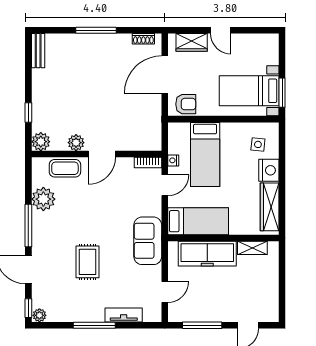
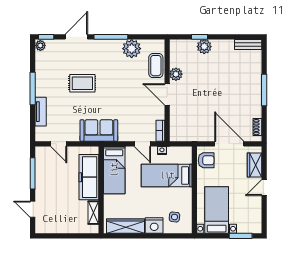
window: (282, 93) -> (241, 236), moved
armchair: (186, 104) -> (206, 160), turned -90
plant: (41, 142) -> (204, 47), moved

